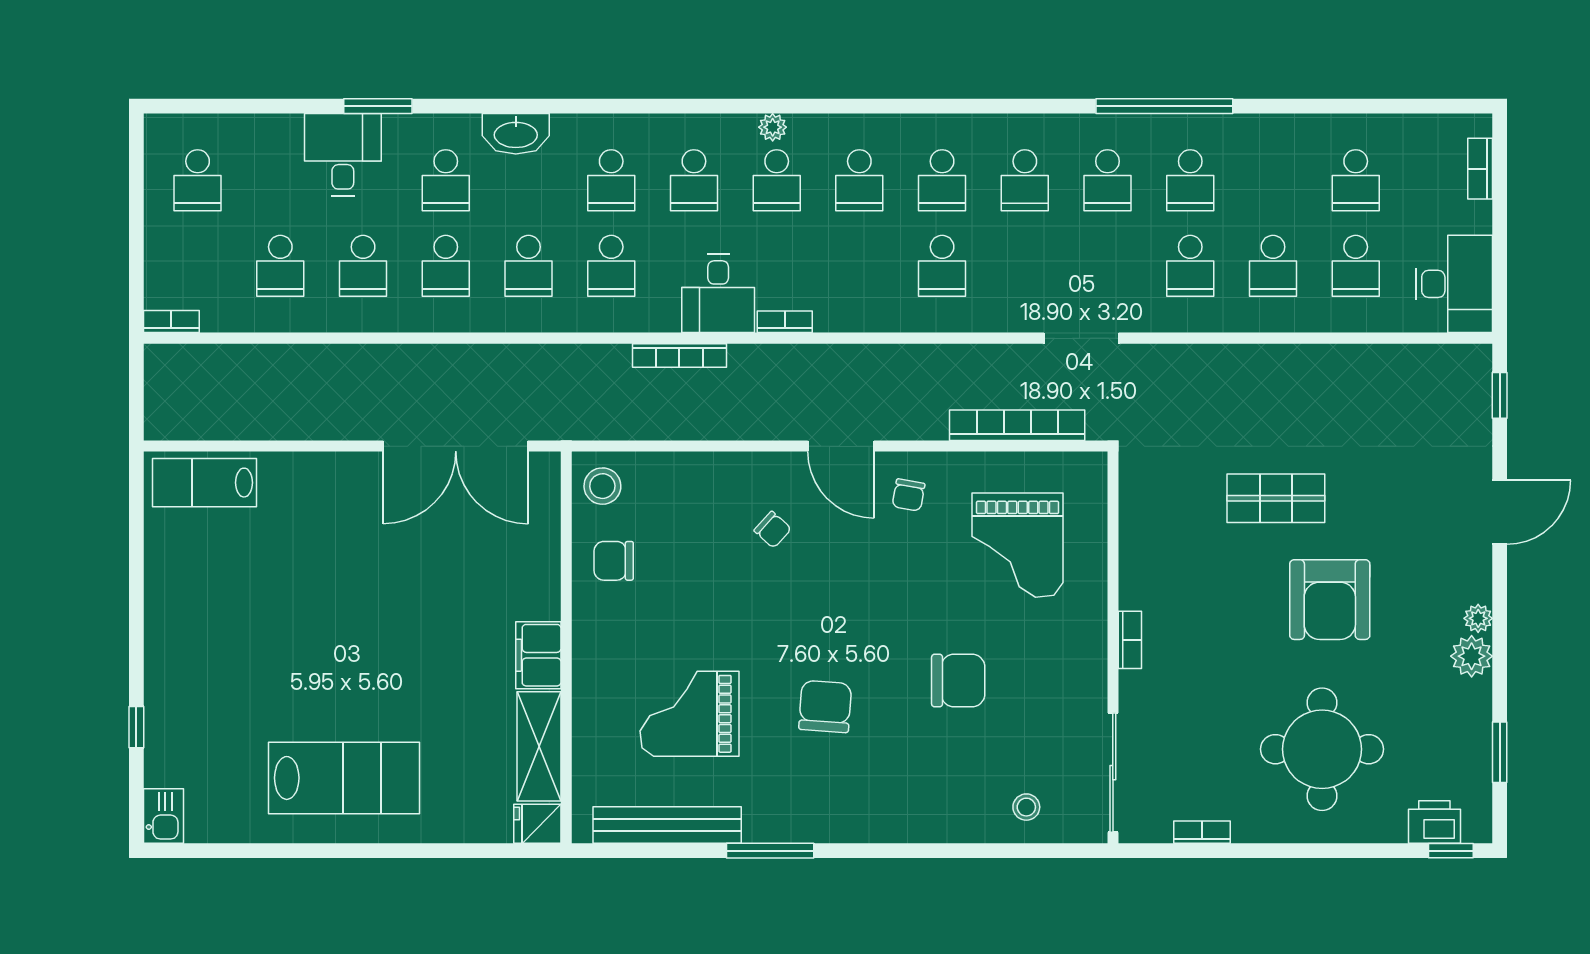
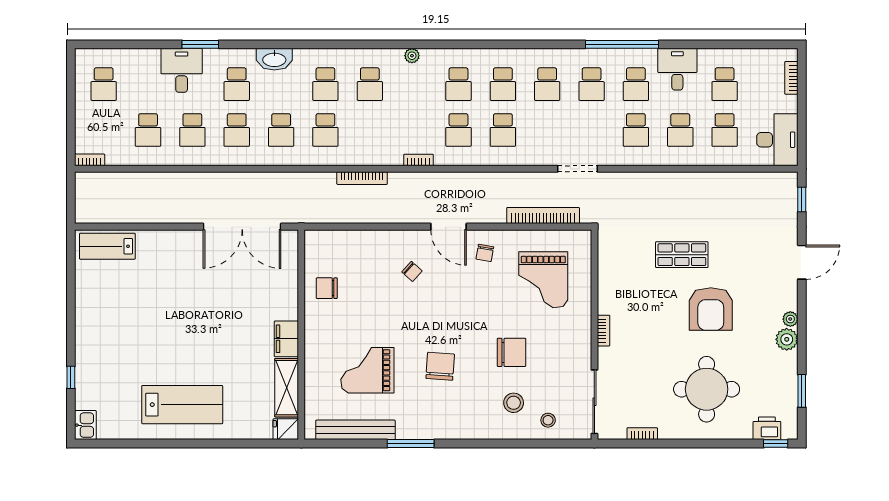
school desk: (777, 180) -> (458, 130), moved
desk: (718, 294) -> (677, 69), moved, turned 180
stool: (602, 486) -> (514, 403), moved

